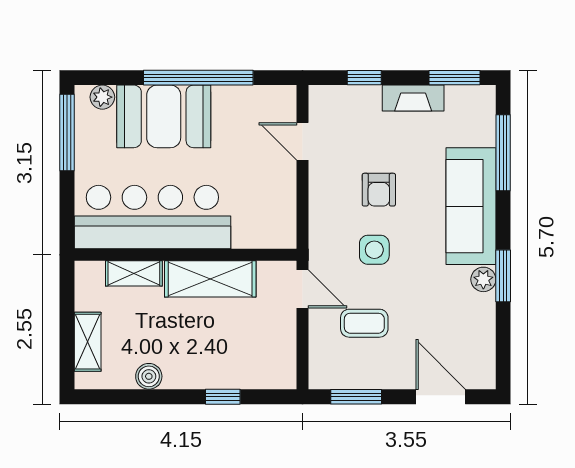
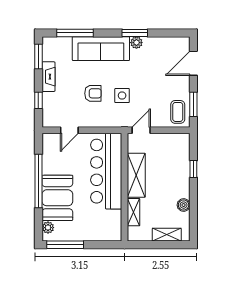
bar counter: (152, 217) -> (106, 171), moved
coffee table: (364, 323) -> (178, 112), moved

